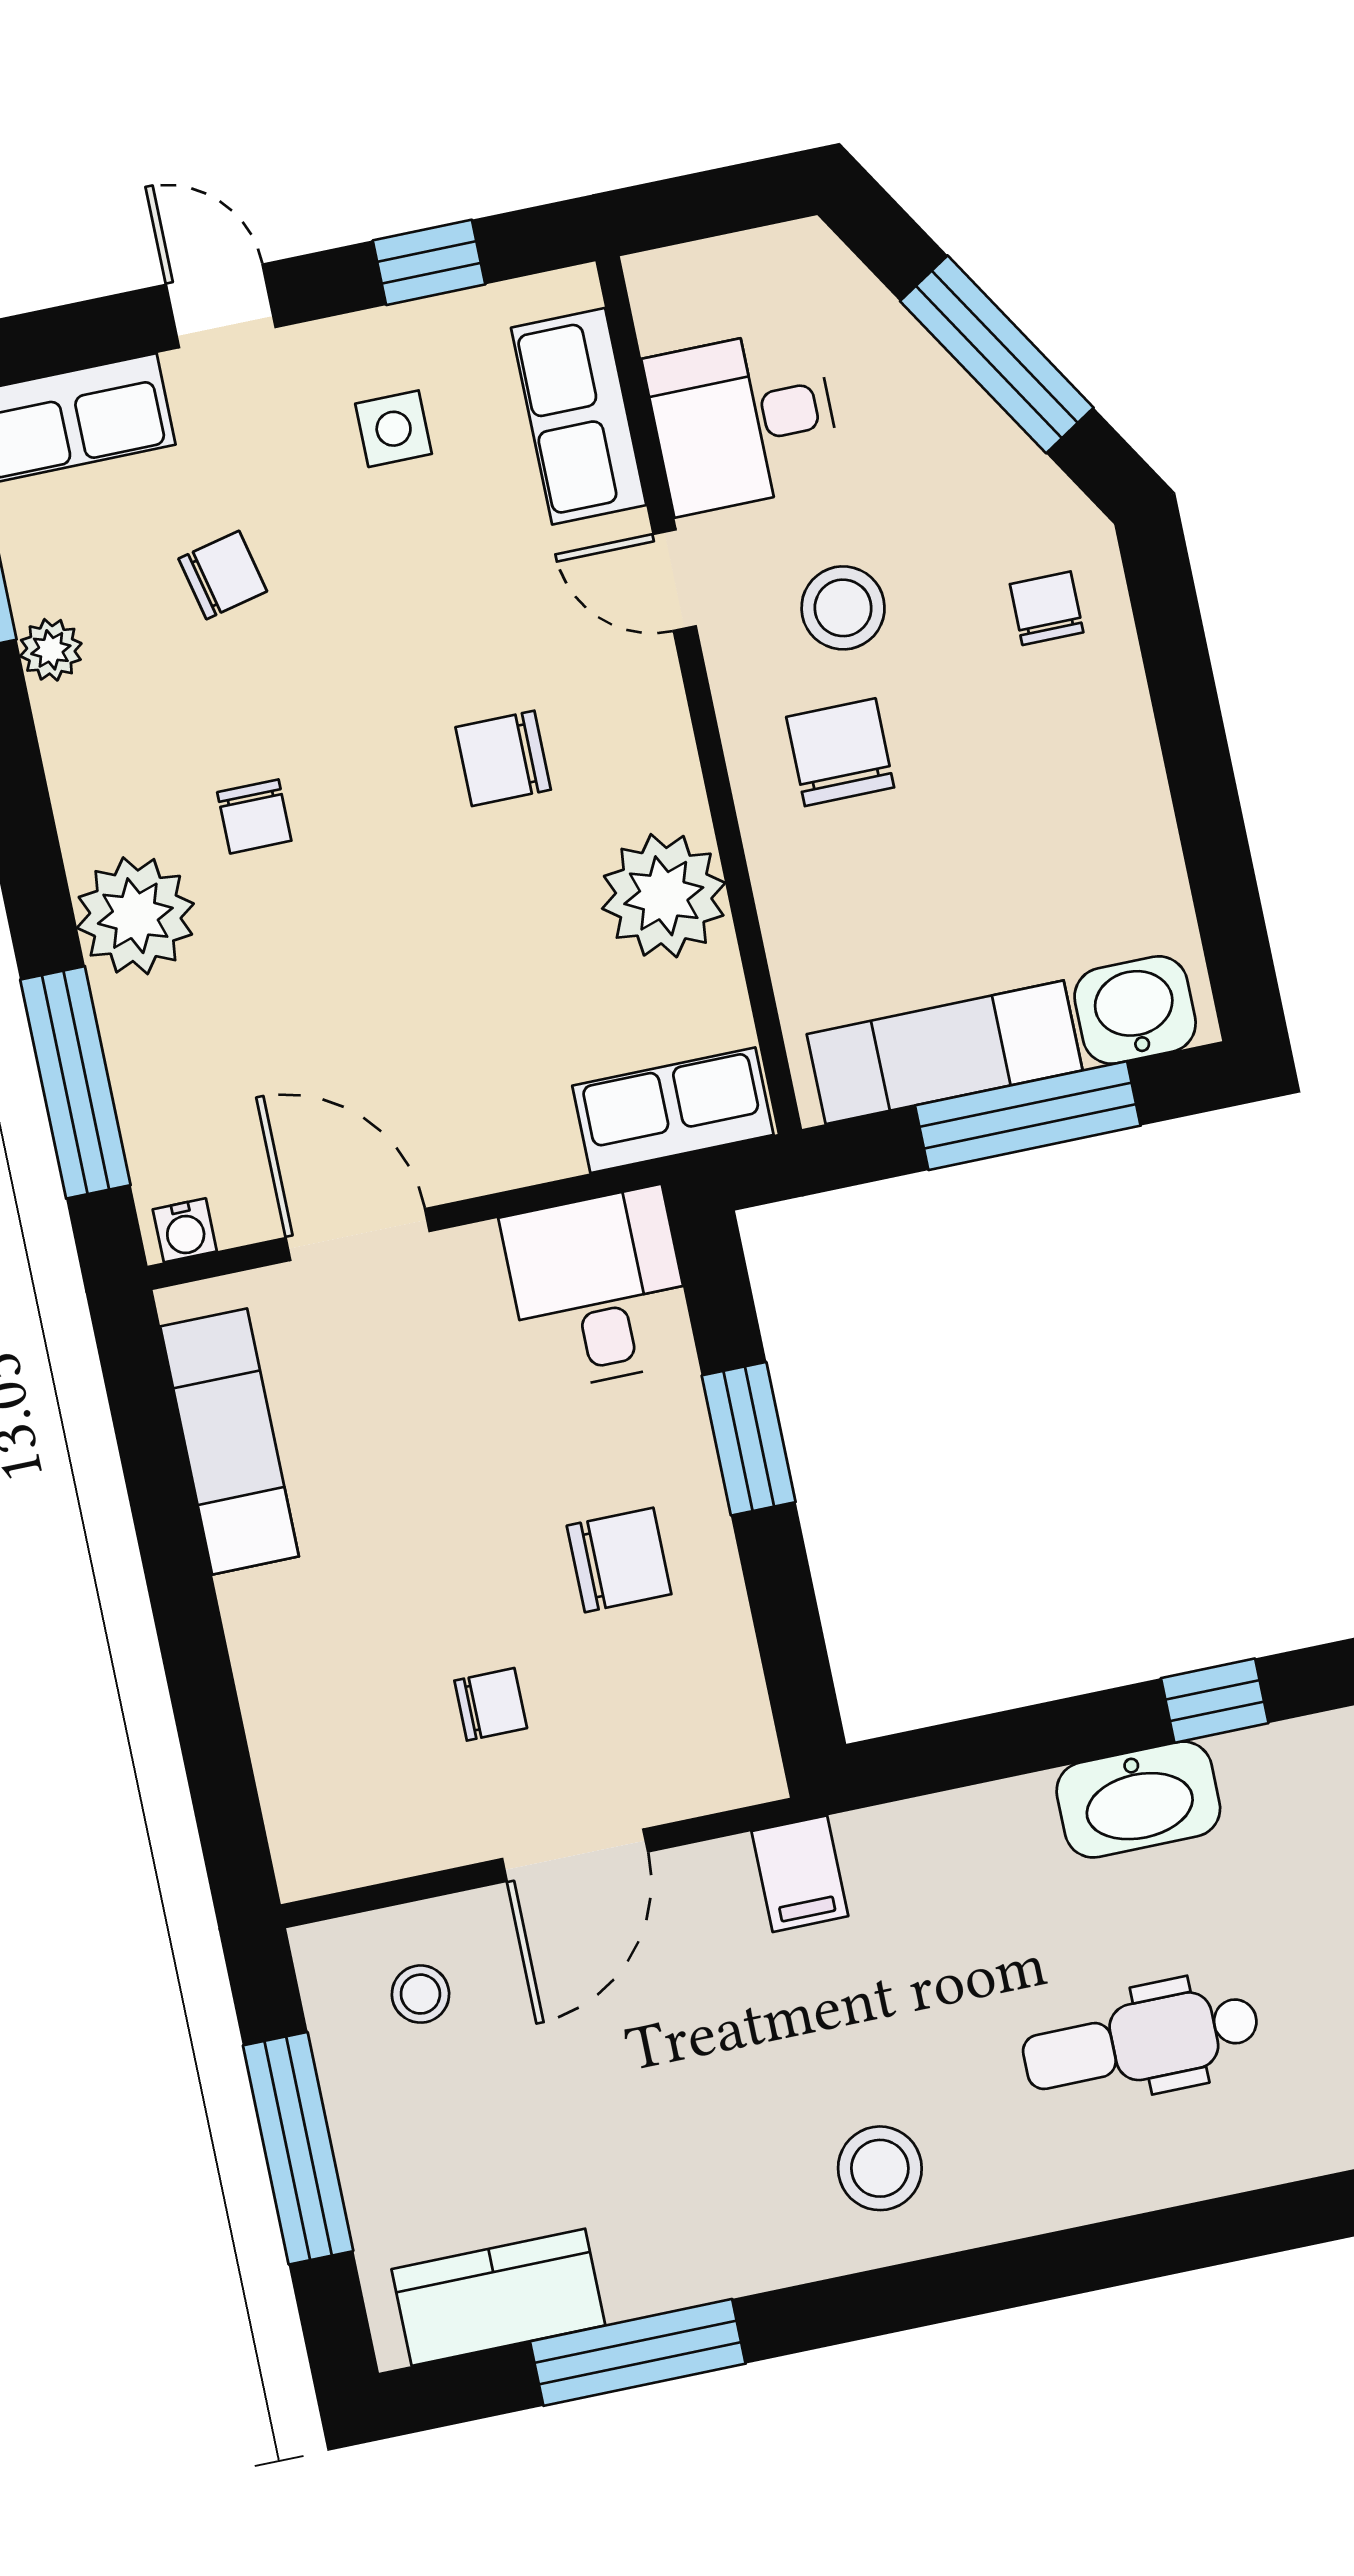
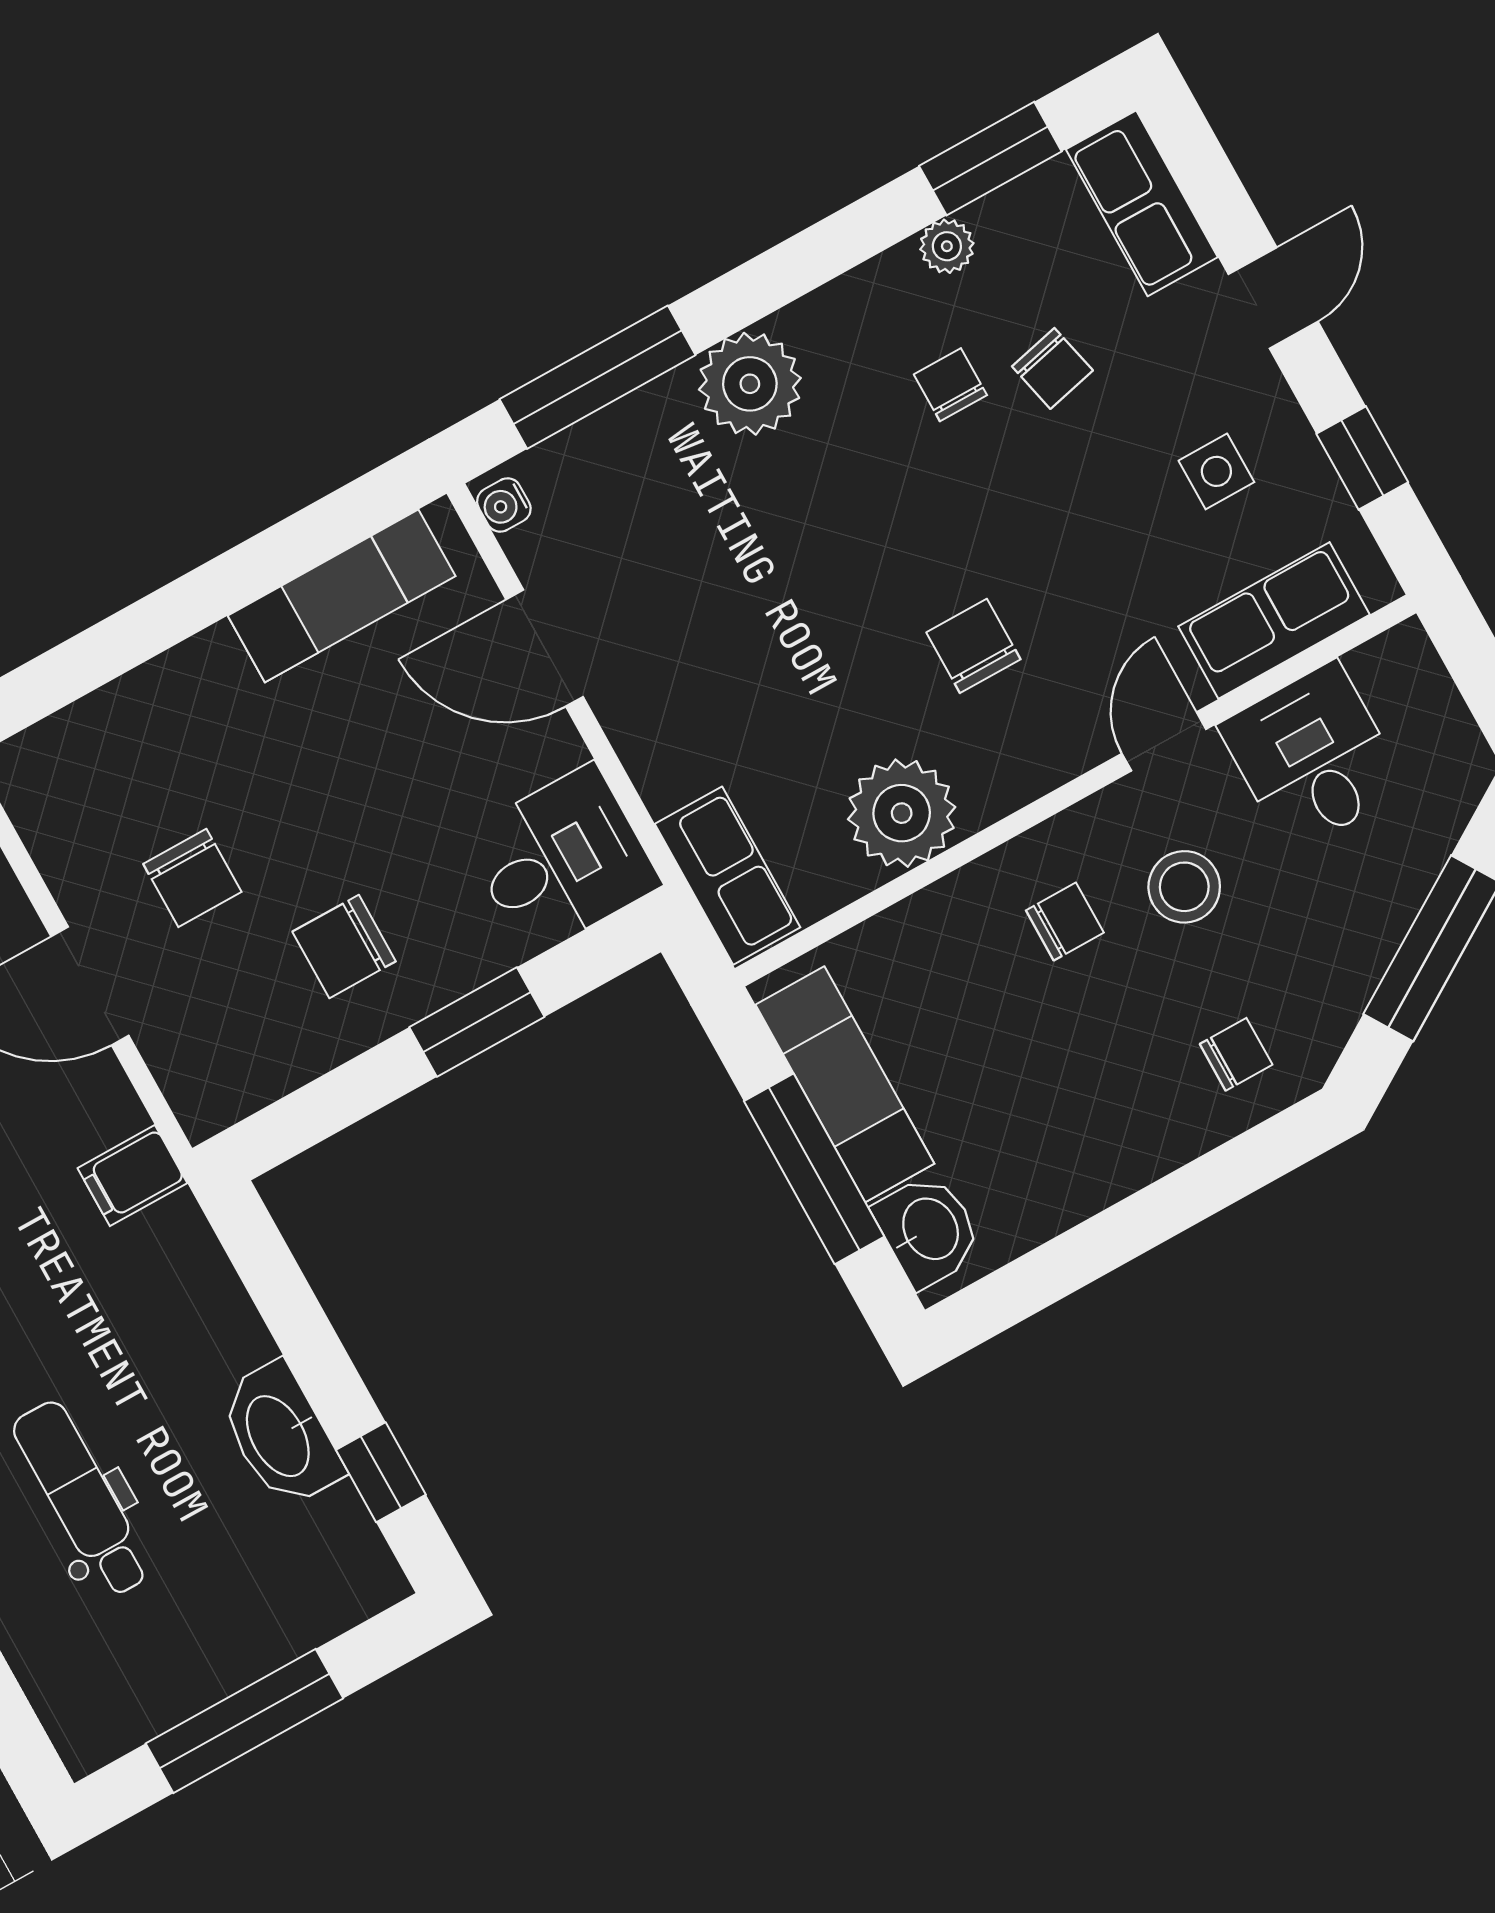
chair: (840, 752) -> (1065, 921), width x0.73, depth x0.73
chair: (254, 816) -> (950, 385), moved, turned 90
door: (358, 1235) -> (545, 648), swing flipped
chair: (619, 1560) -> (344, 947), turned 90
chair: (491, 1704) -> (192, 878), width x1.37, depth x1.37

